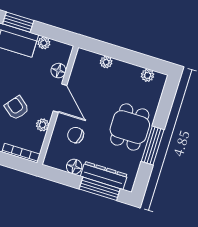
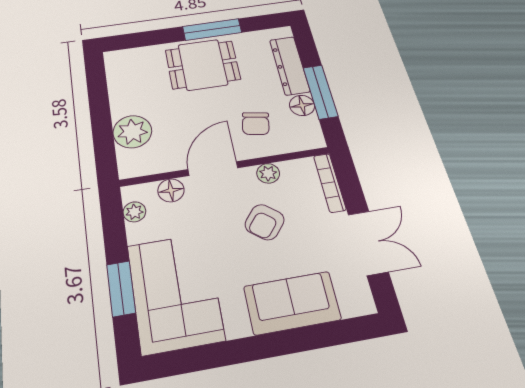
plant: (44, 43) -> (134, 212), moved
plant: (106, 62) -> (132, 132), width x1.88, depth x1.88
plant: (148, 75) -> (116, 75), removed
window: (100, 189) -> (320, 92), moved

